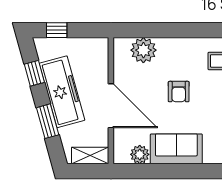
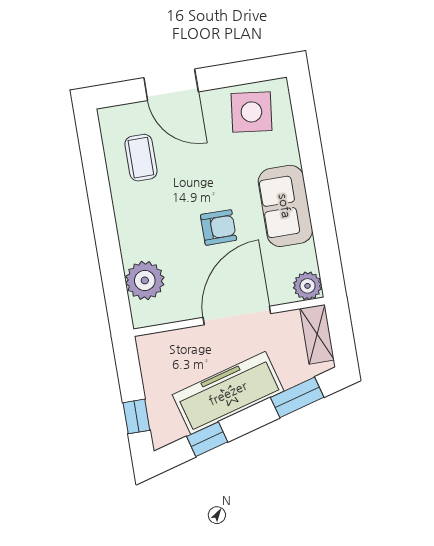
armchair: (179, 92) -> (218, 227), moved
window: (48, 121) -> (297, 397), moved
plant: (140, 154) -> (307, 286), moved

